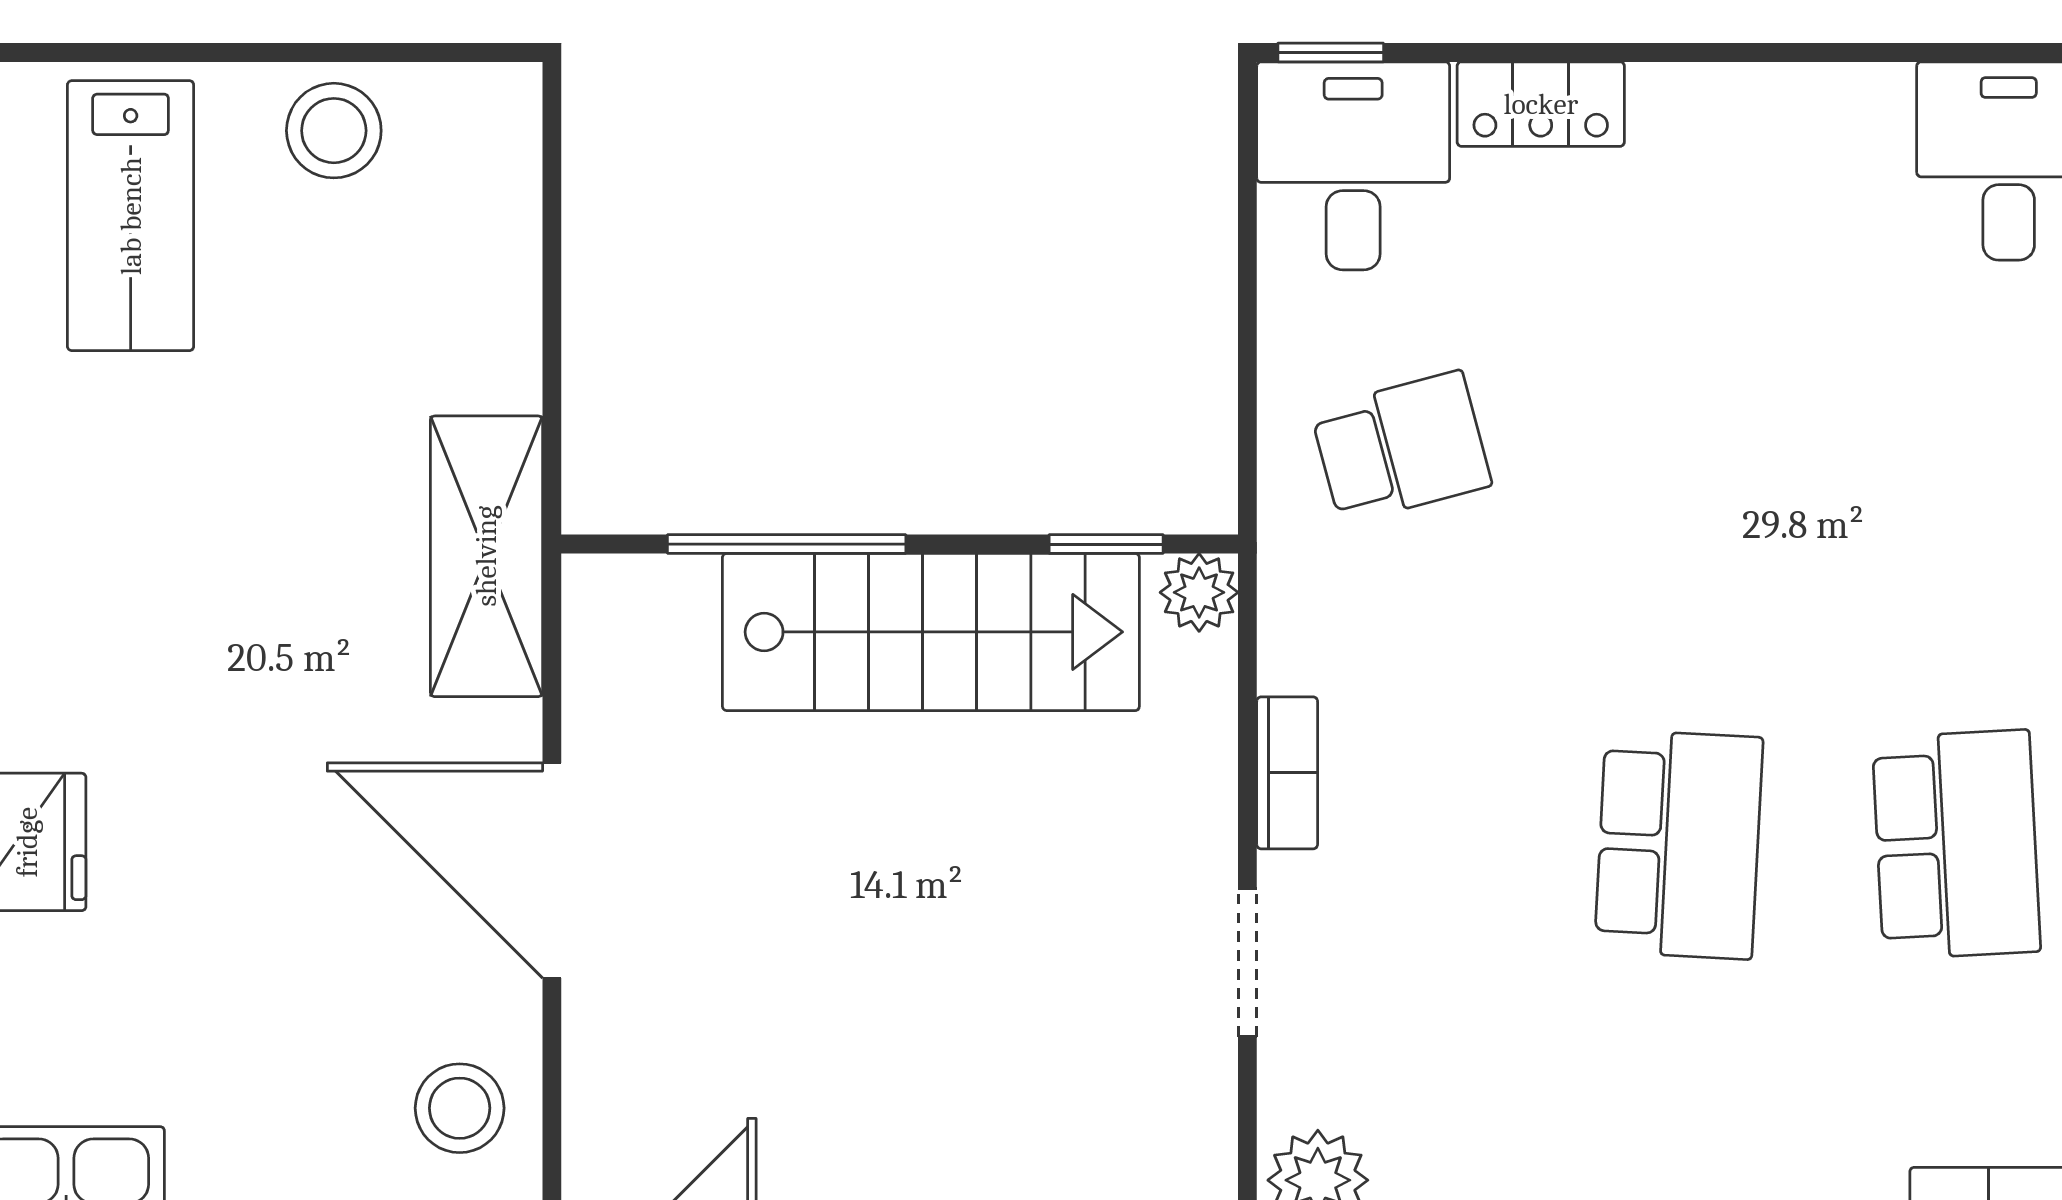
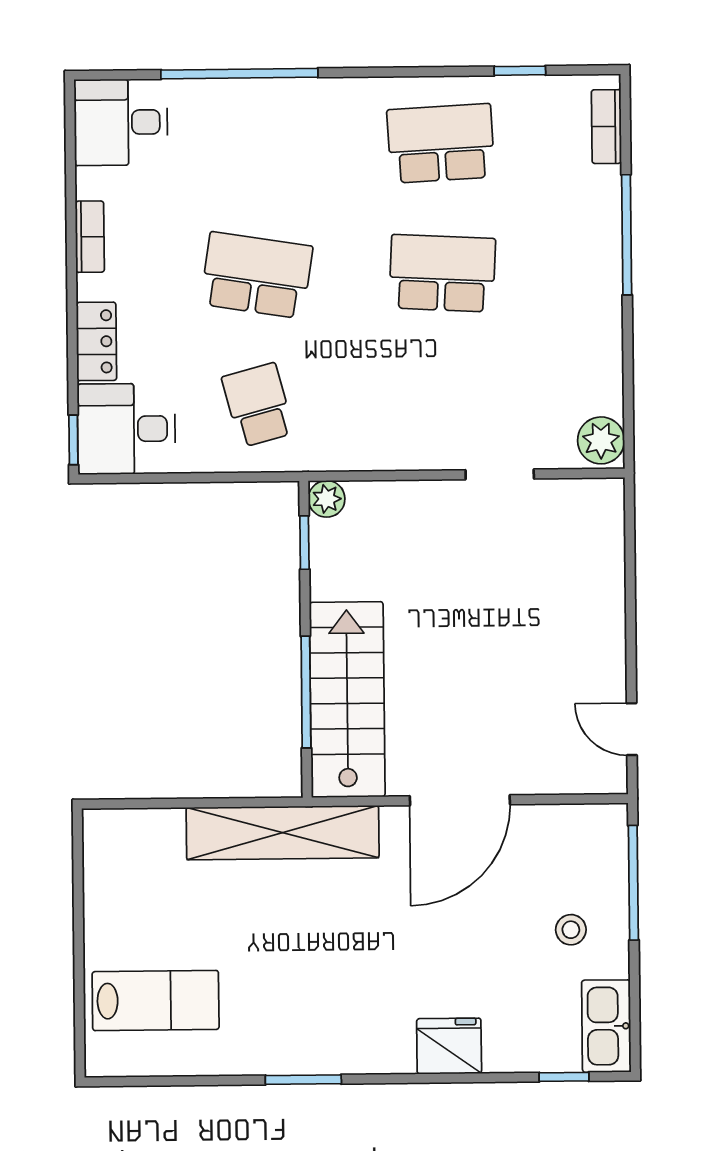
stool: (334, 131) -> (115, 906), removed
school desk: (1679, 448) -> (256, 275), added
shelving: (486, 556) -> (283, 833), width x1.47
stairs: (931, 632) -> (347, 700), moved
bookcase: (1287, 773) -> (90, 237), moved, turned 90
stool: (460, 1108) -> (571, 930), moved, width x0.73, depth x0.73

